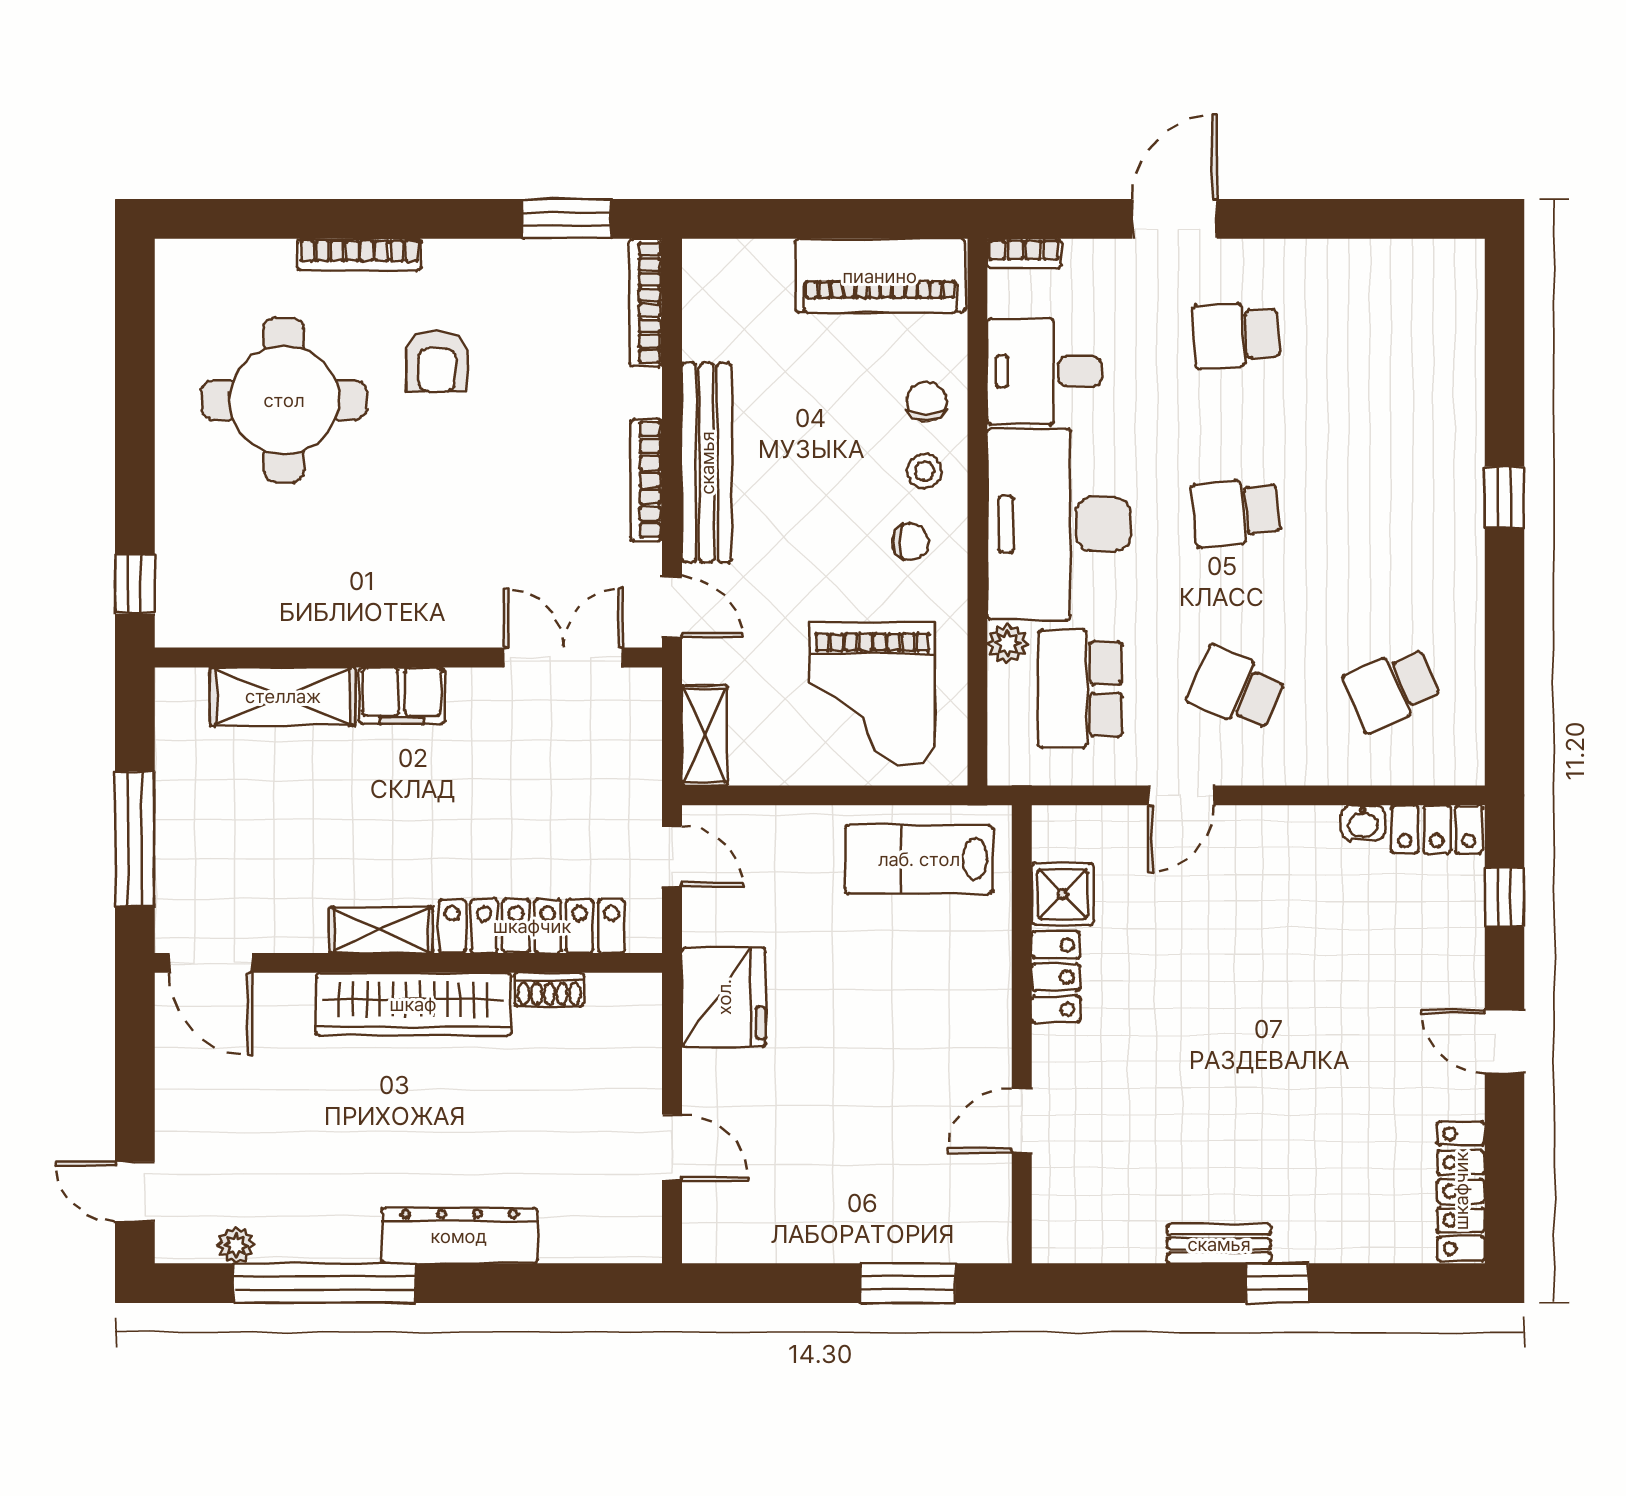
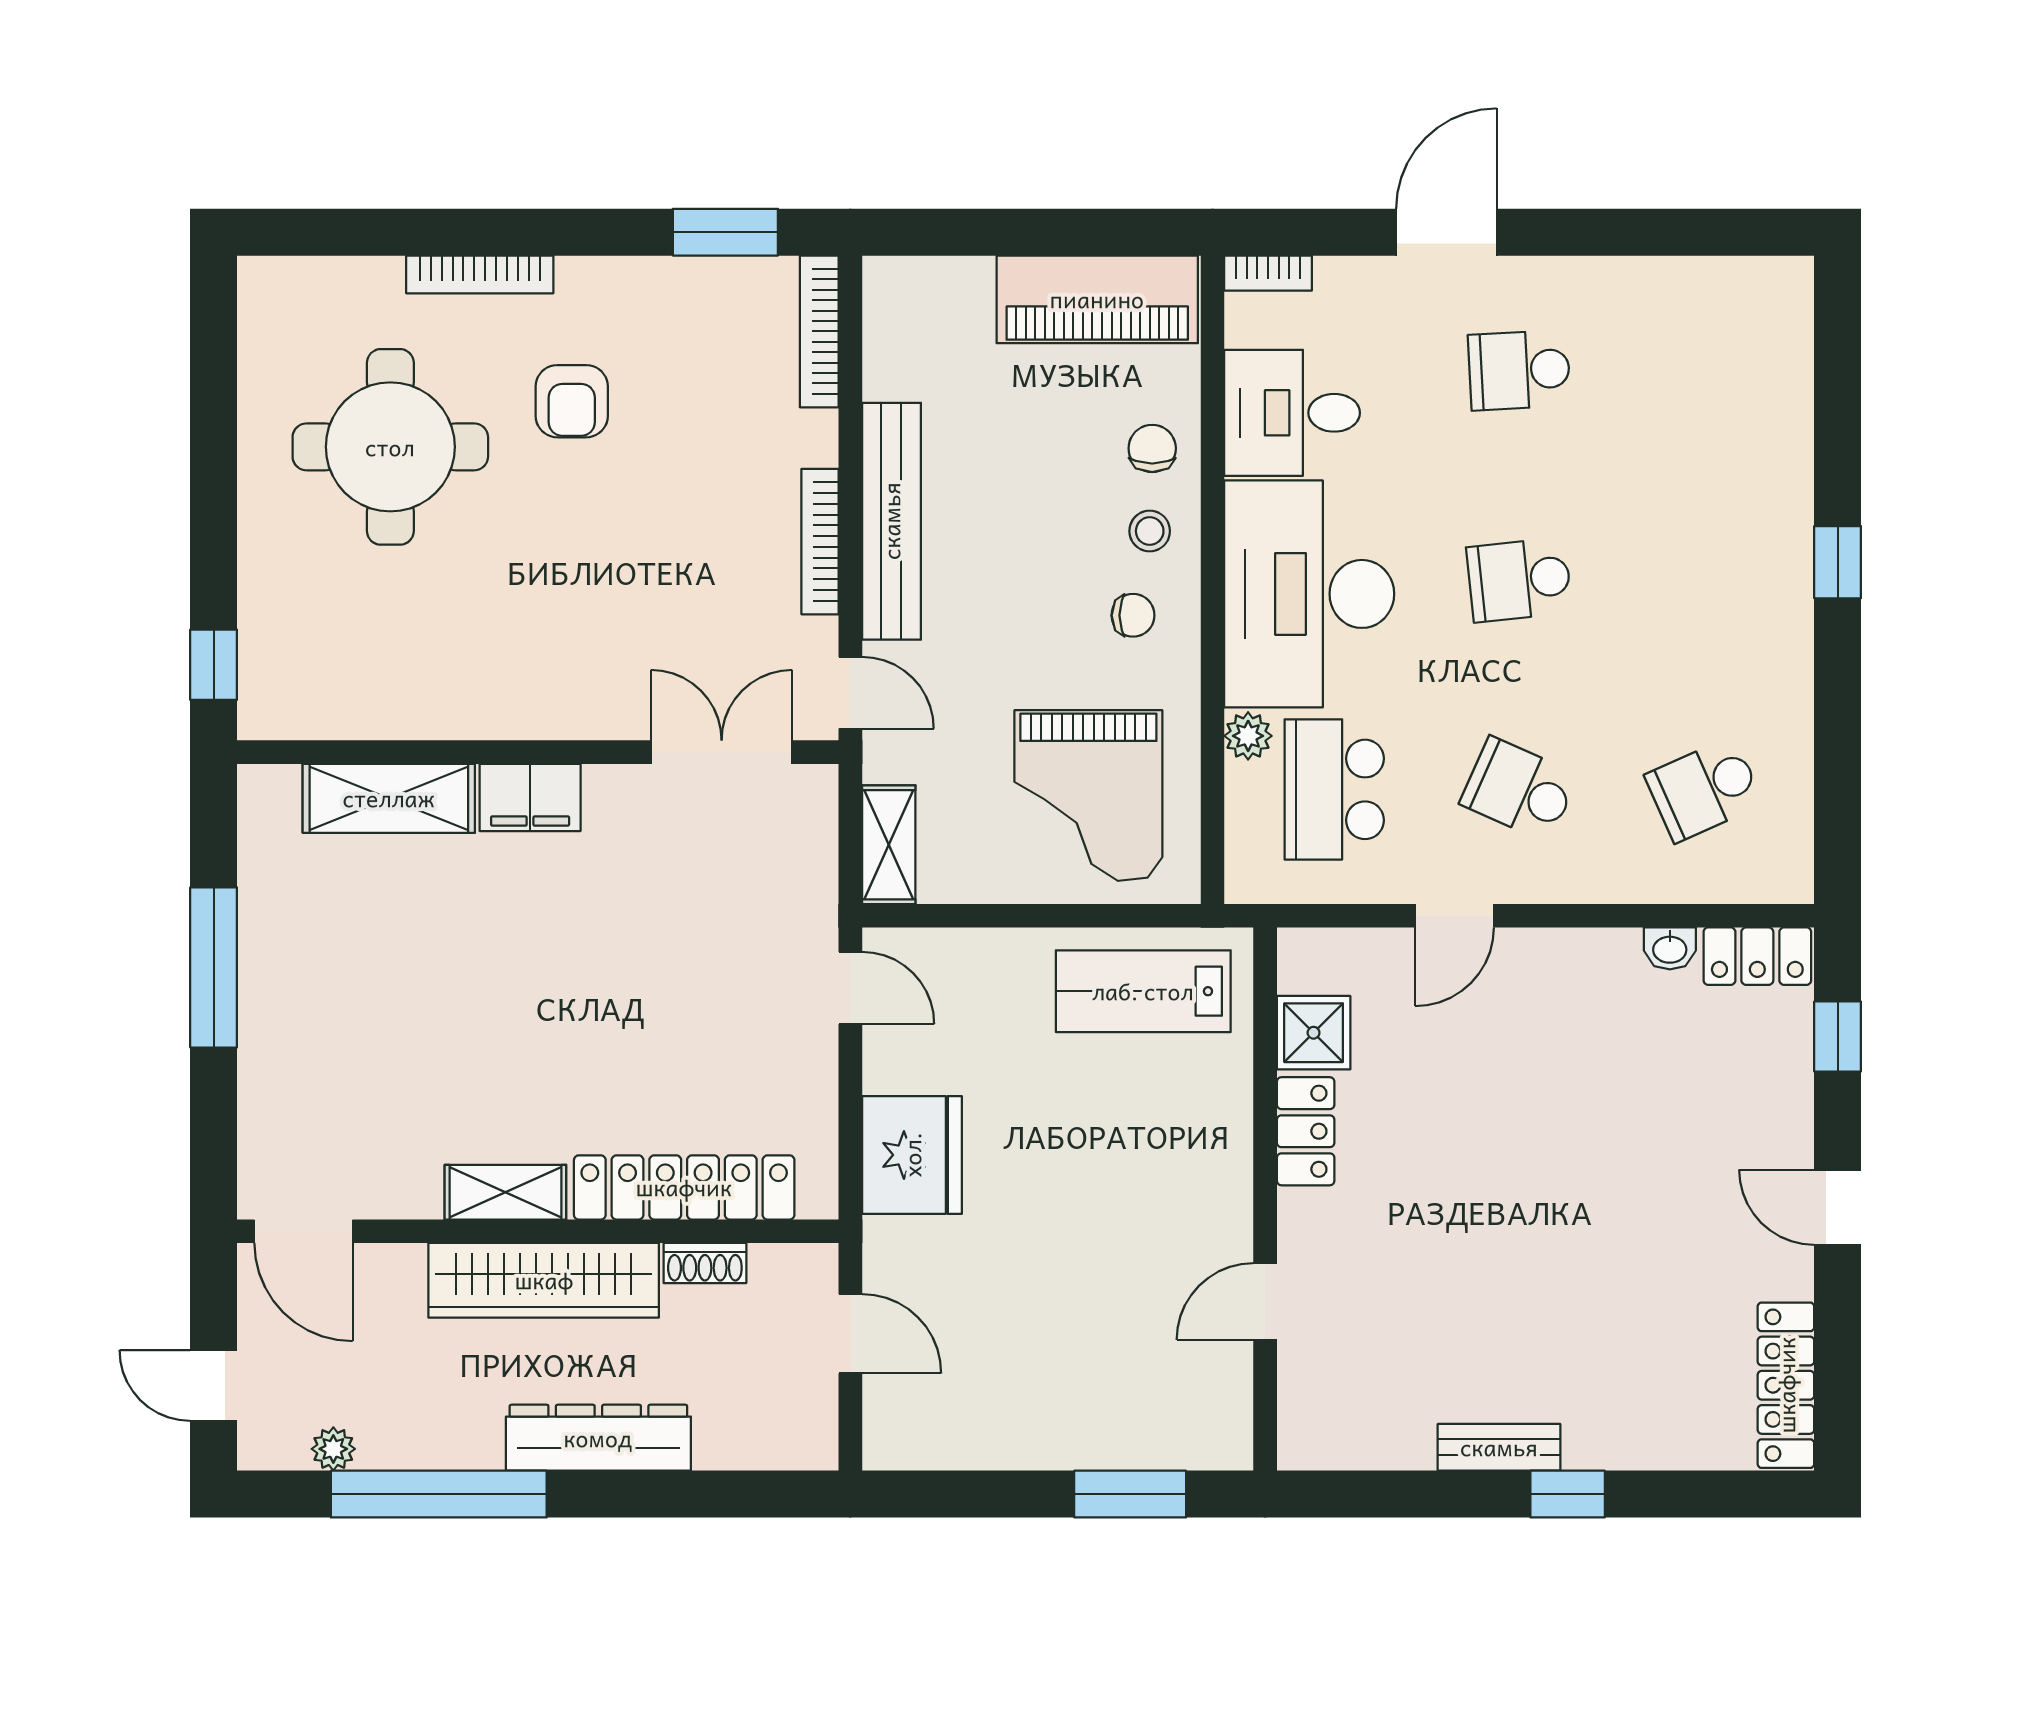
locker: (532, 926) -> (684, 1187), moved
shelving: (381, 930) -> (505, 1192), moved
door: (211, 963) -> (303, 1231), moved
wall: (408, 963) -> (538, 1231), moved
shoe rack: (549, 990) -> (705, 1263), moved
wardrobe: (413, 1004) -> (544, 1280), moved

